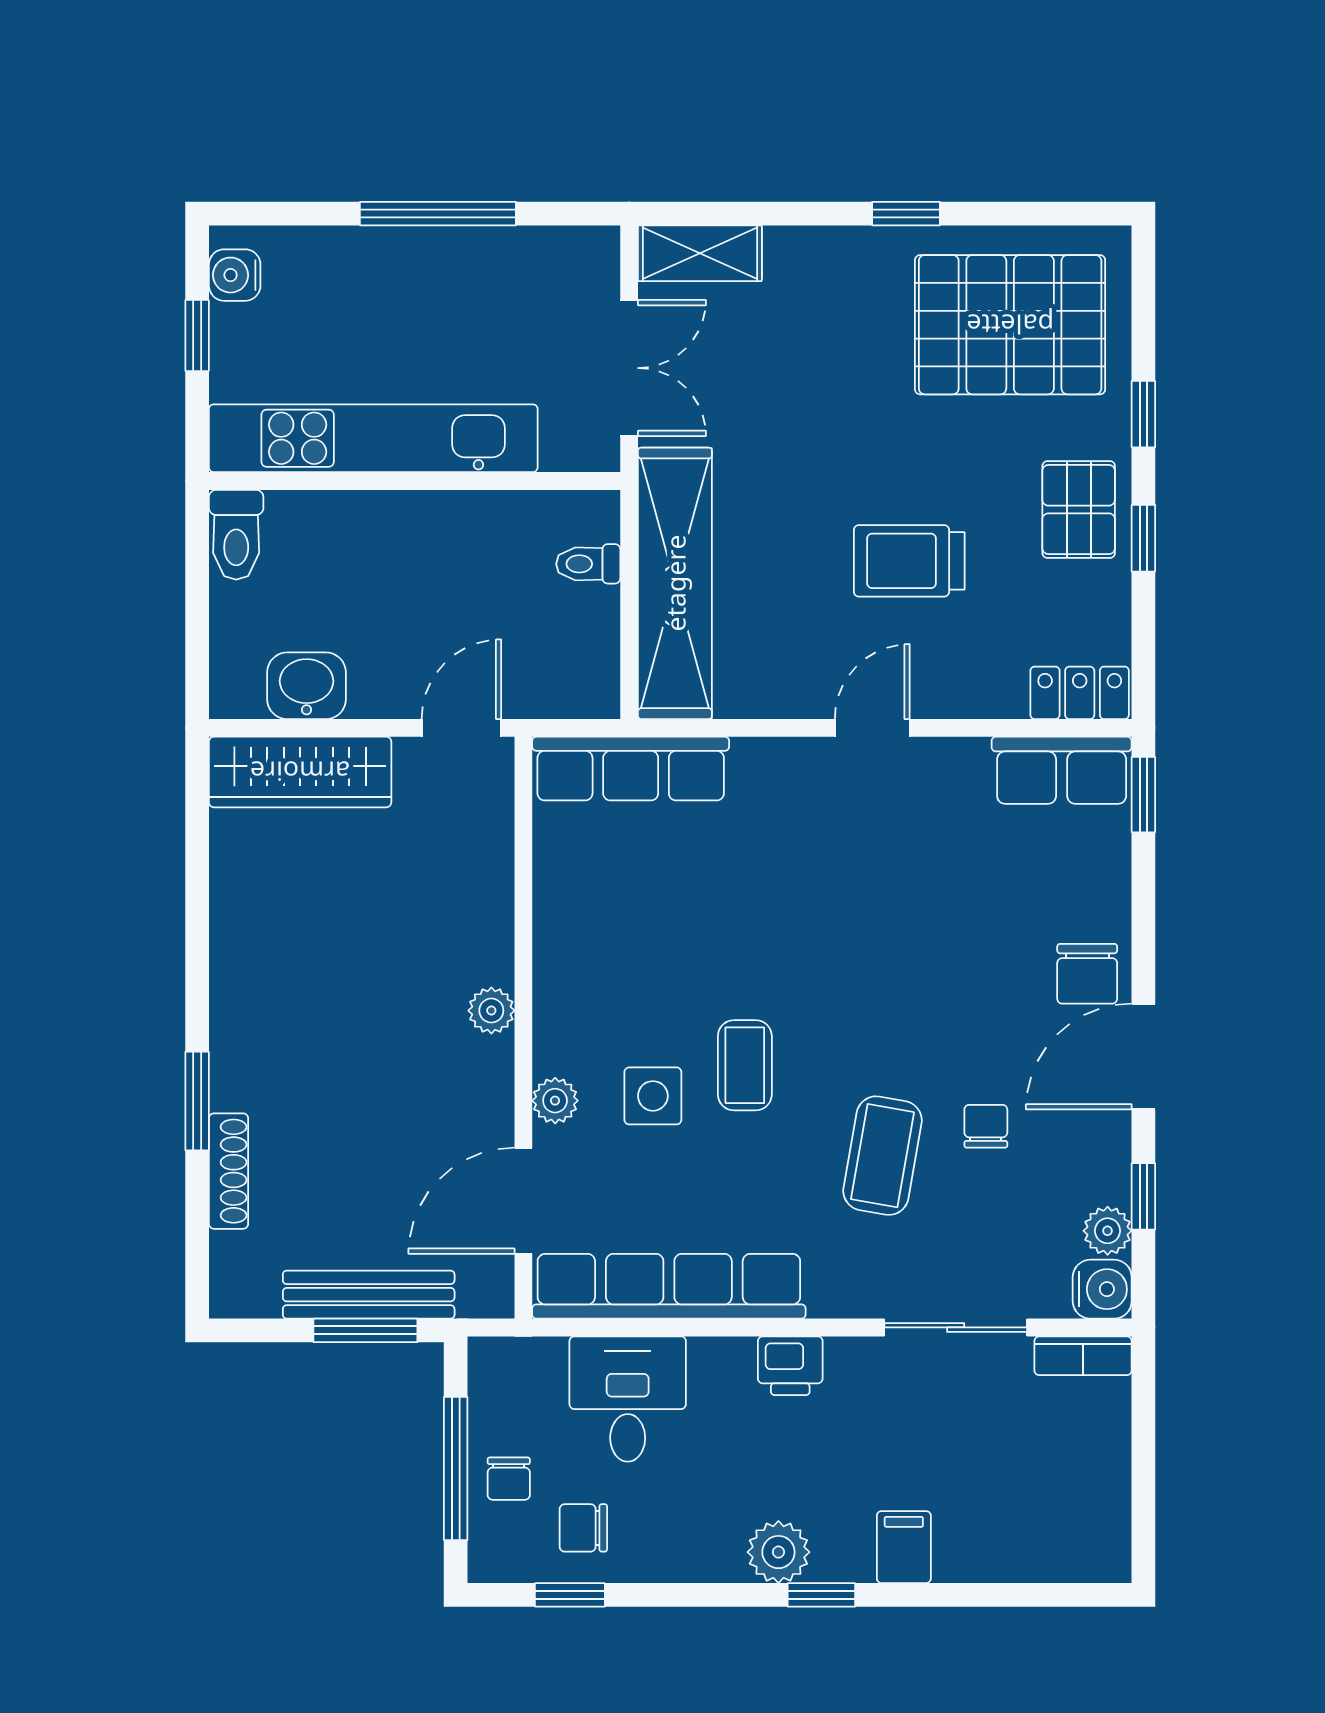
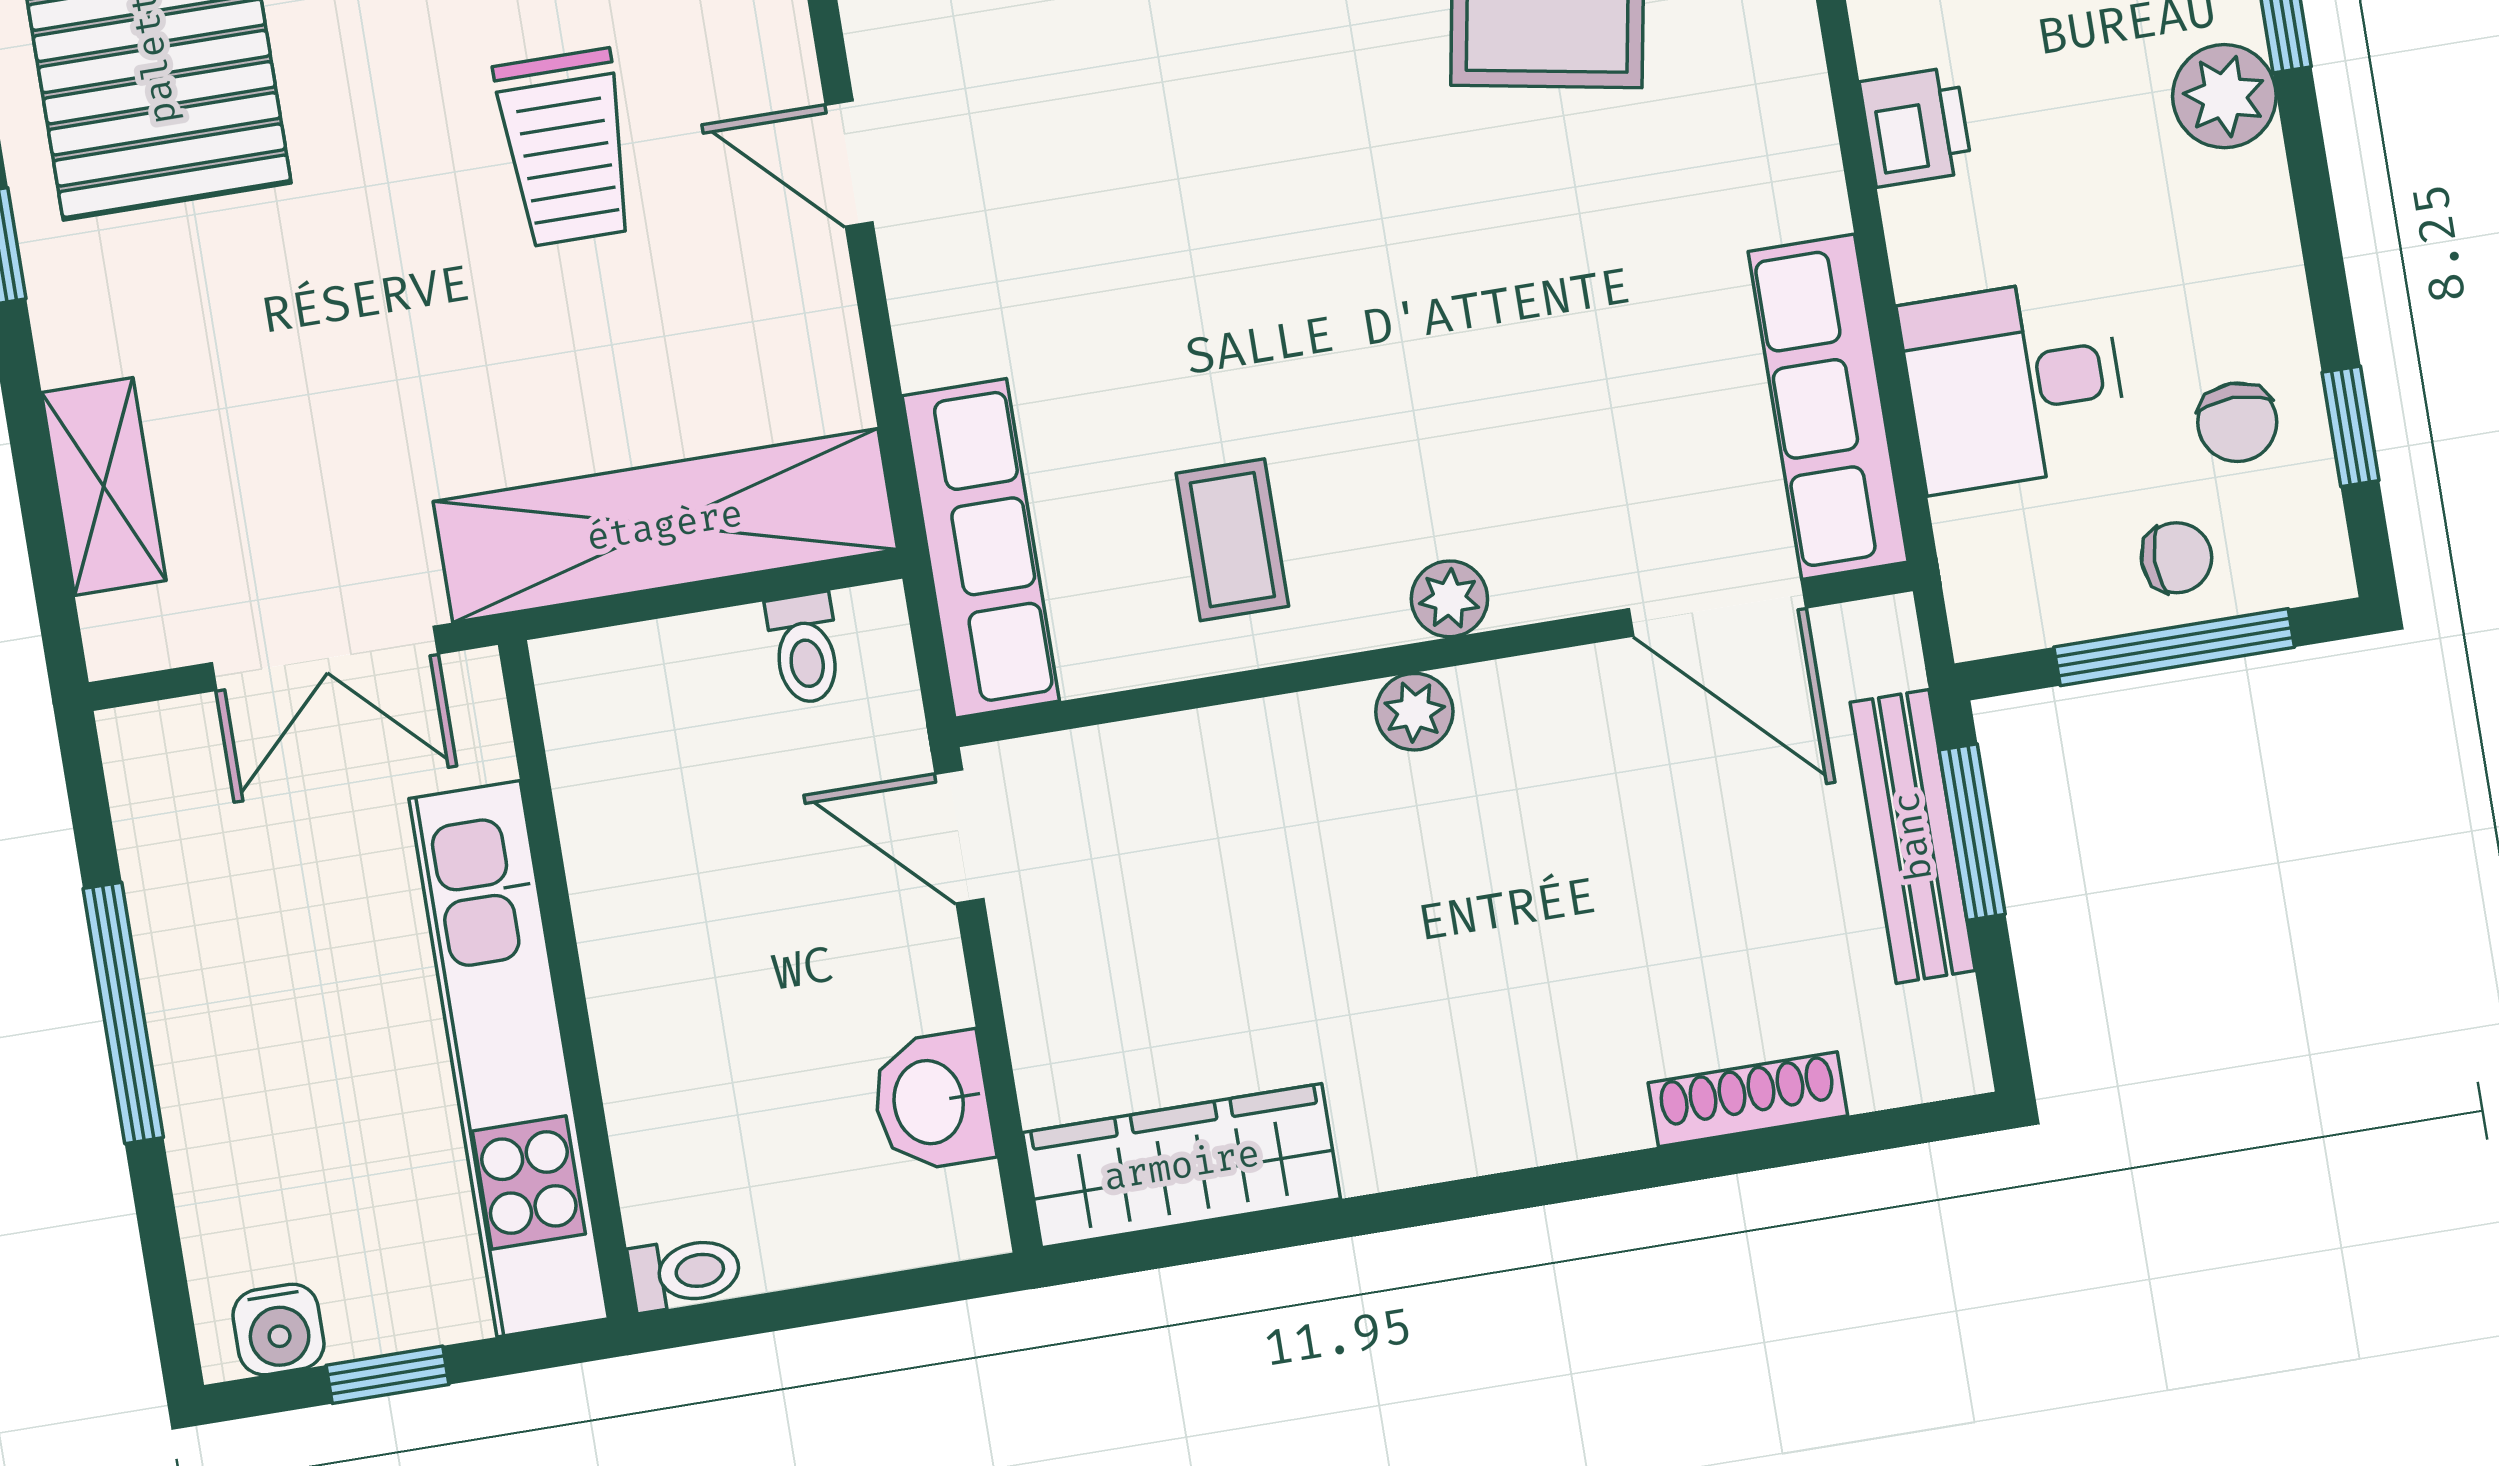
shelving: (700, 253) -> (104, 487), moved
double door: (629, 368) -> (325, 658), swing flipped
toilet: (236, 535) -> (685, 1273), width x0.73, depth x0.72
toilet: (588, 564) -> (805, 649), moved
wardrobe: (300, 772) -> (1182, 1166), moved, turned -90
coffee table: (745, 1065) -> (1232, 540), moved, turned 90
side table: (653, 1096) -> (1511, 424), removed
window: (197, 1101) -> (1642, 1169), removed
plant: (555, 1101) -> (1449, 599), moved
row of seats: (669, 1286) -> (1828, 407), width x0.73

